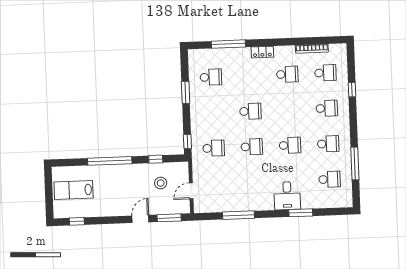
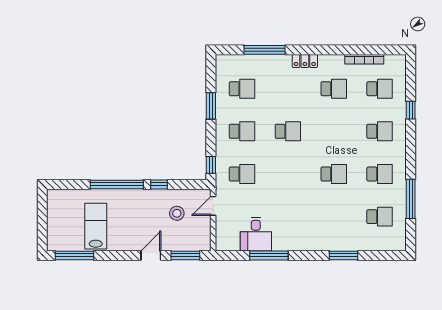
school desk: (252, 147) -> (242, 131), moved
window: (156, 159) -> (159, 184), moved
lab bench: (74, 190) -> (96, 226), moved, turned 90
door: (191, 191) -> (213, 206), moved
desk: (287, 196) -> (256, 234), moved
window: (77, 221) -> (75, 255), width x2.17

